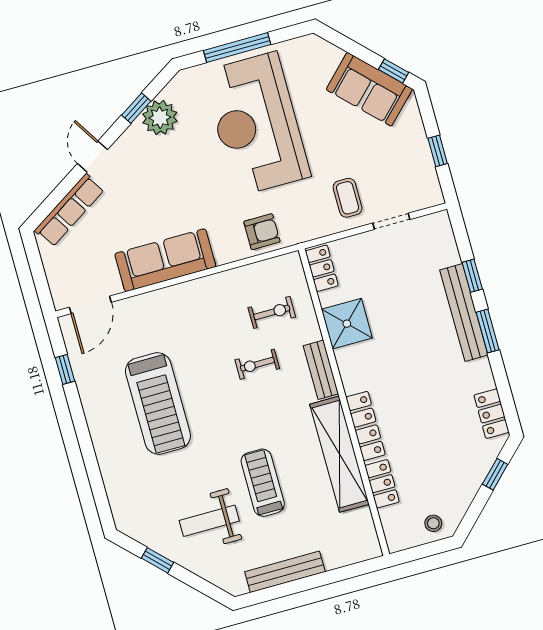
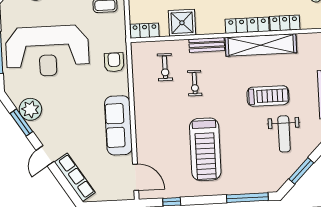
window: (136, 108) -> (21, 122), width x1.50
door: (93, 157) -> (45, 156), hinge flipped
exercise bike: (272, 312) -> (165, 67), turned 180
treadmill: (158, 403) -> (205, 149), turned 90
treadmill: (263, 483) -> (268, 96), turned 180
window: (97, 486) -> (247, 198), added
window: (158, 560) -> (301, 171), width x1.50

